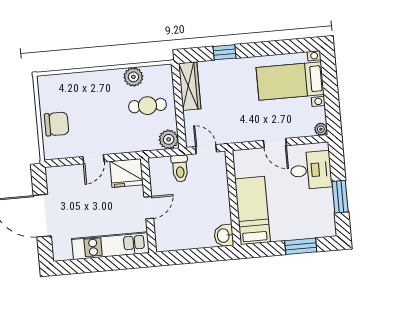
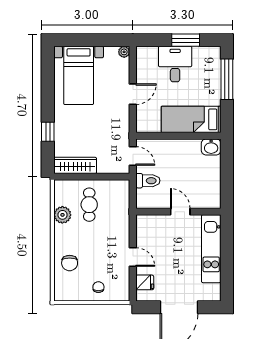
chair: (81, 90) -> (70, 263), added
chair: (57, 124) -> (98, 287), width x0.54, depth x0.54
plant: (169, 139) -> (121, 188), removed
door: (206, 149) -> (133, 156), swing flipped
desk: (311, 170) -> (175, 64), moved
fridge: (127, 173) -> (145, 282), moved, width x0.53, depth x0.75
window: (301, 246) -> (227, 79), width x1.44

